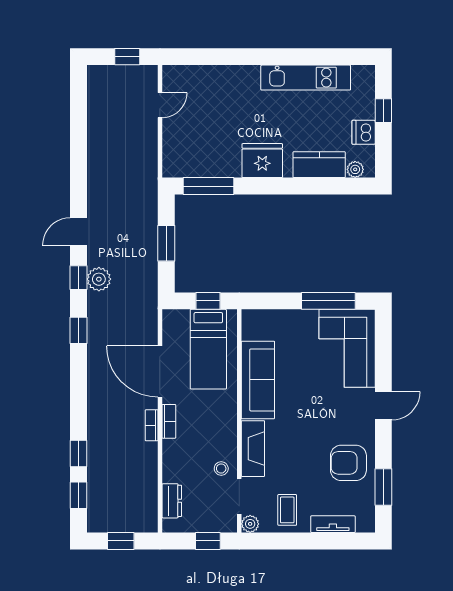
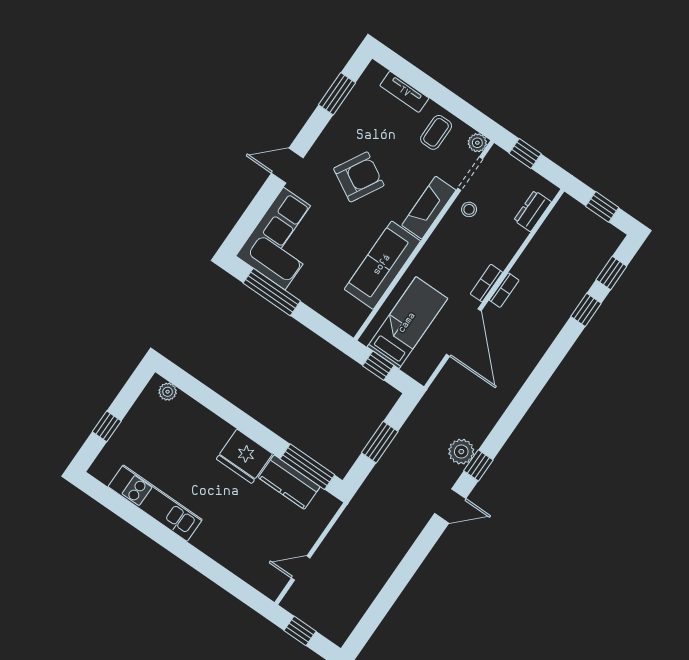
dishwasher: (364, 132) -> (137, 419), removed
kitchen counter: (319, 165) -> (289, 482), moved
window: (79, 330) -> (511, 419), removed
armchair: (348, 463) -> (359, 177), moved, turned -61

